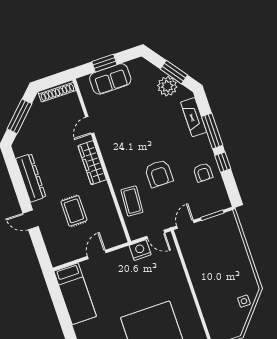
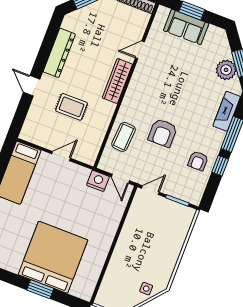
rug: (74, 211) -> (72, 107), turned 90

